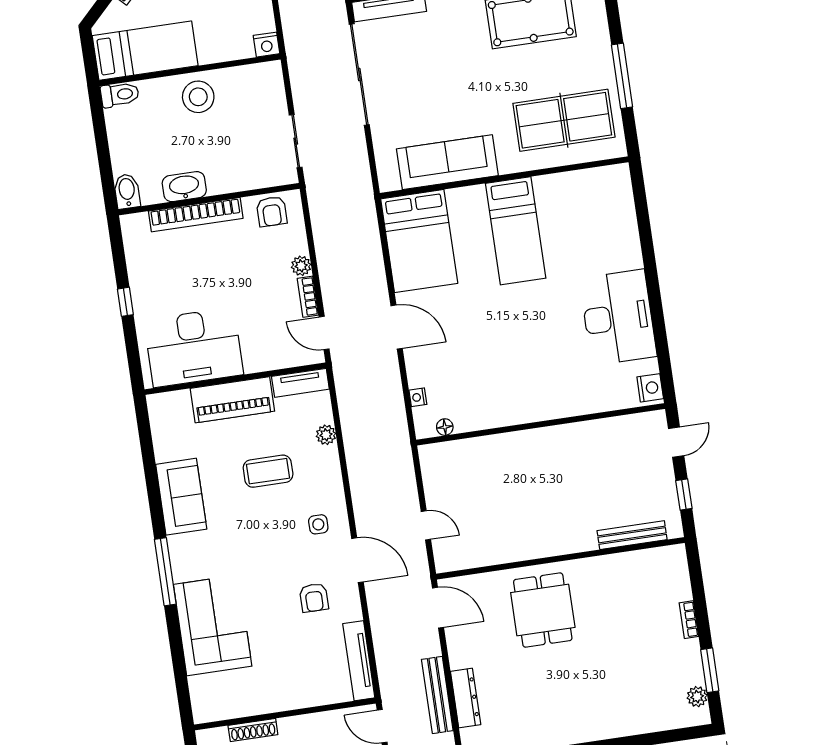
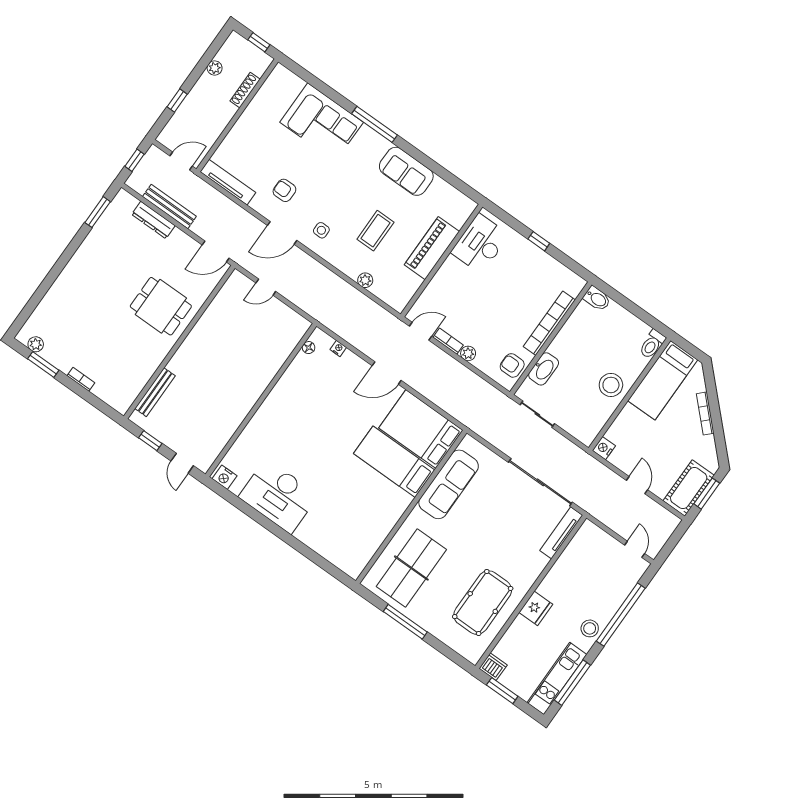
washbasin: (184, 187) -> (544, 369), moved
bed: (516, 231) -> (394, 462), moved
desk: (194, 347) -> (480, 244), width x0.73, depth x0.77
tv unit: (300, 383) -> (406, 293), removed

